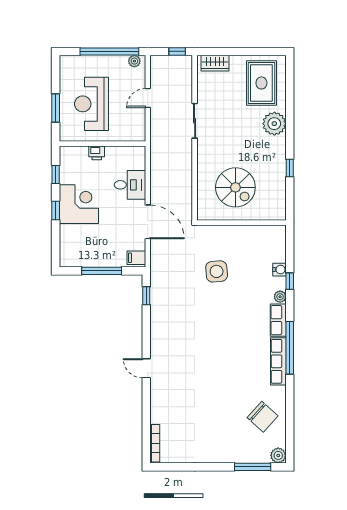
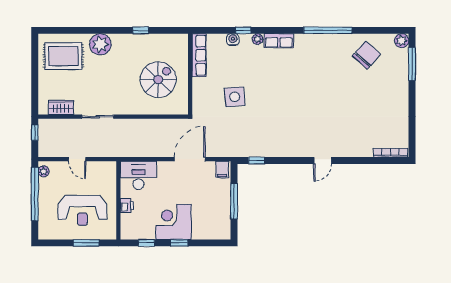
wardrobe: (215, 63) -> (61, 107), moved, turned -90
desk: (130, 185) -> (138, 175), moved, width x1.37
window: (290, 348) -> (328, 30), moved
row of seats: (278, 361) -> (199, 55), moved, turned -90

